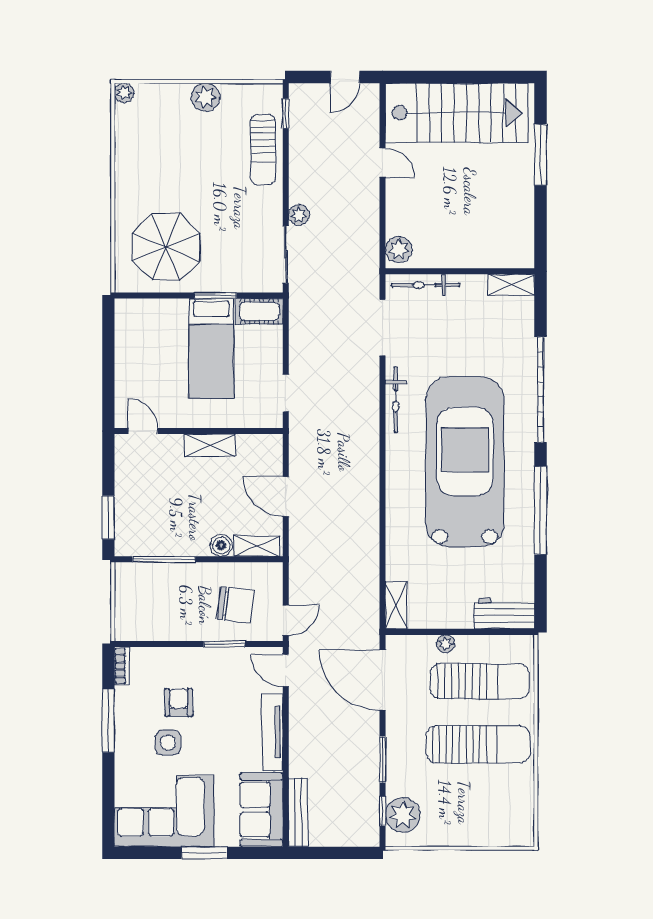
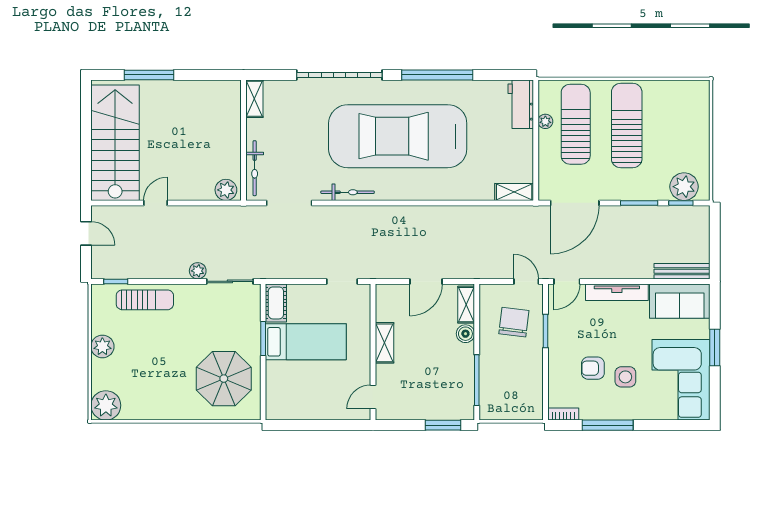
plant: (124, 93) -> (106, 405), width x1.88, depth x1.88
plant: (446, 644) -> (545, 121), moved

